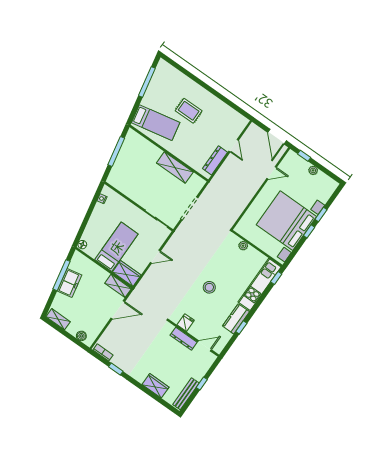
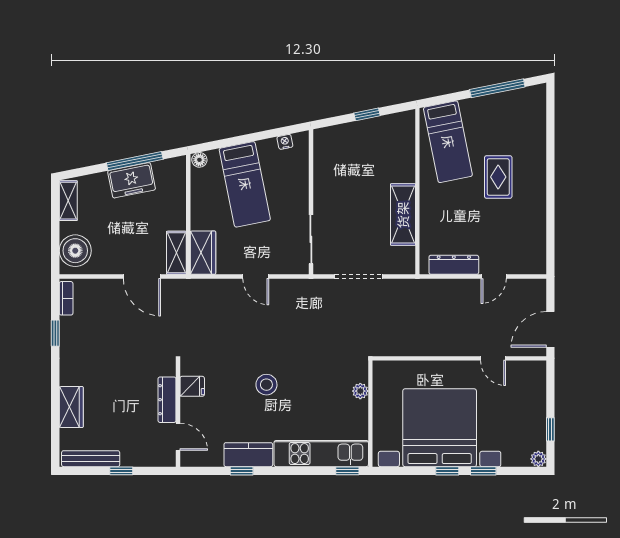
window: (116, 151) -> (367, 114), width x0.46
window: (304, 156) -> (550, 429), moved
plant: (313, 170) -> (538, 459), moved
bed: (116, 247) -> (245, 184), moved, turned 79
boiler: (81, 336) -> (75, 251), width x1.86, depth x1.86

